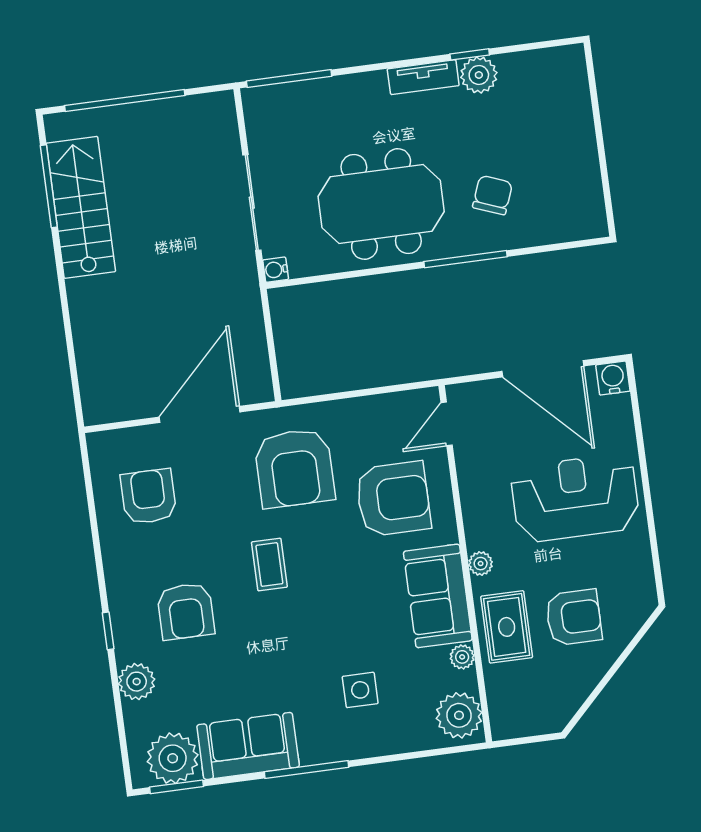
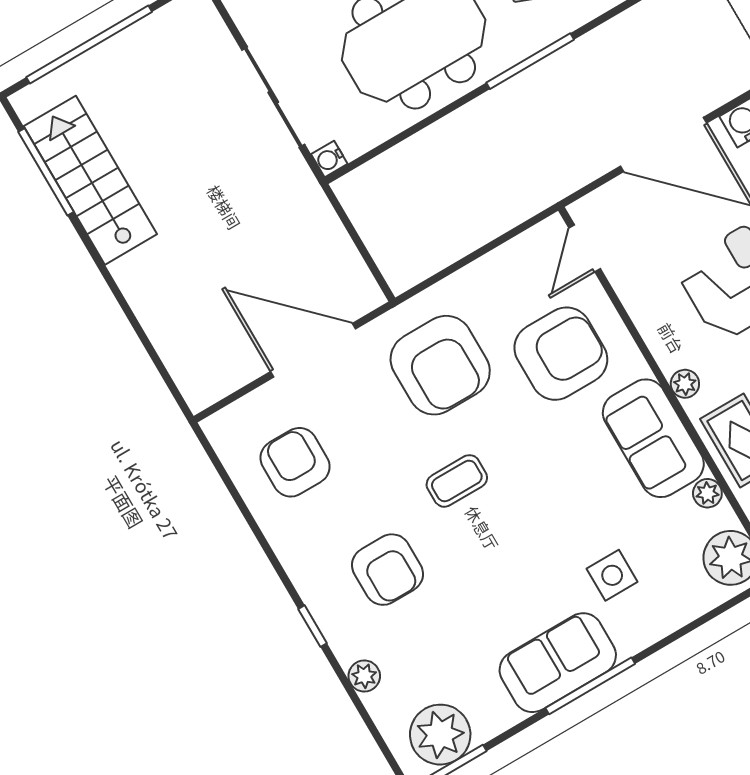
door: (200, 414) -> (313, 350), hinge flipped
coffee table: (269, 565) -> (457, 481), turned 90
plant: (137, 682) -> (364, 676), width x0.73, depth x0.73
sofa: (248, 746) -> (558, 663), moved

